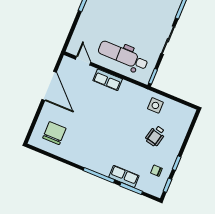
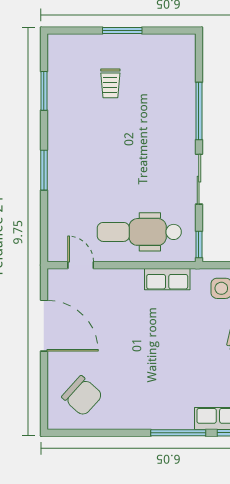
row of seats: (108, 80) -> (167, 279), moved
chair: (54, 133) -> (82, 396), turned 132

